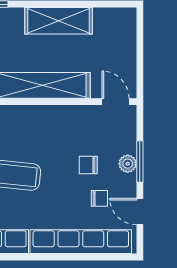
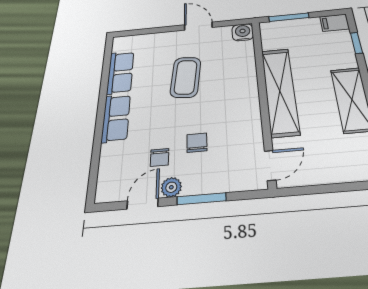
plant: (128, 164) -> (171, 187), moved
row of seats: (81, 242) -> (116, 118), width x0.50

